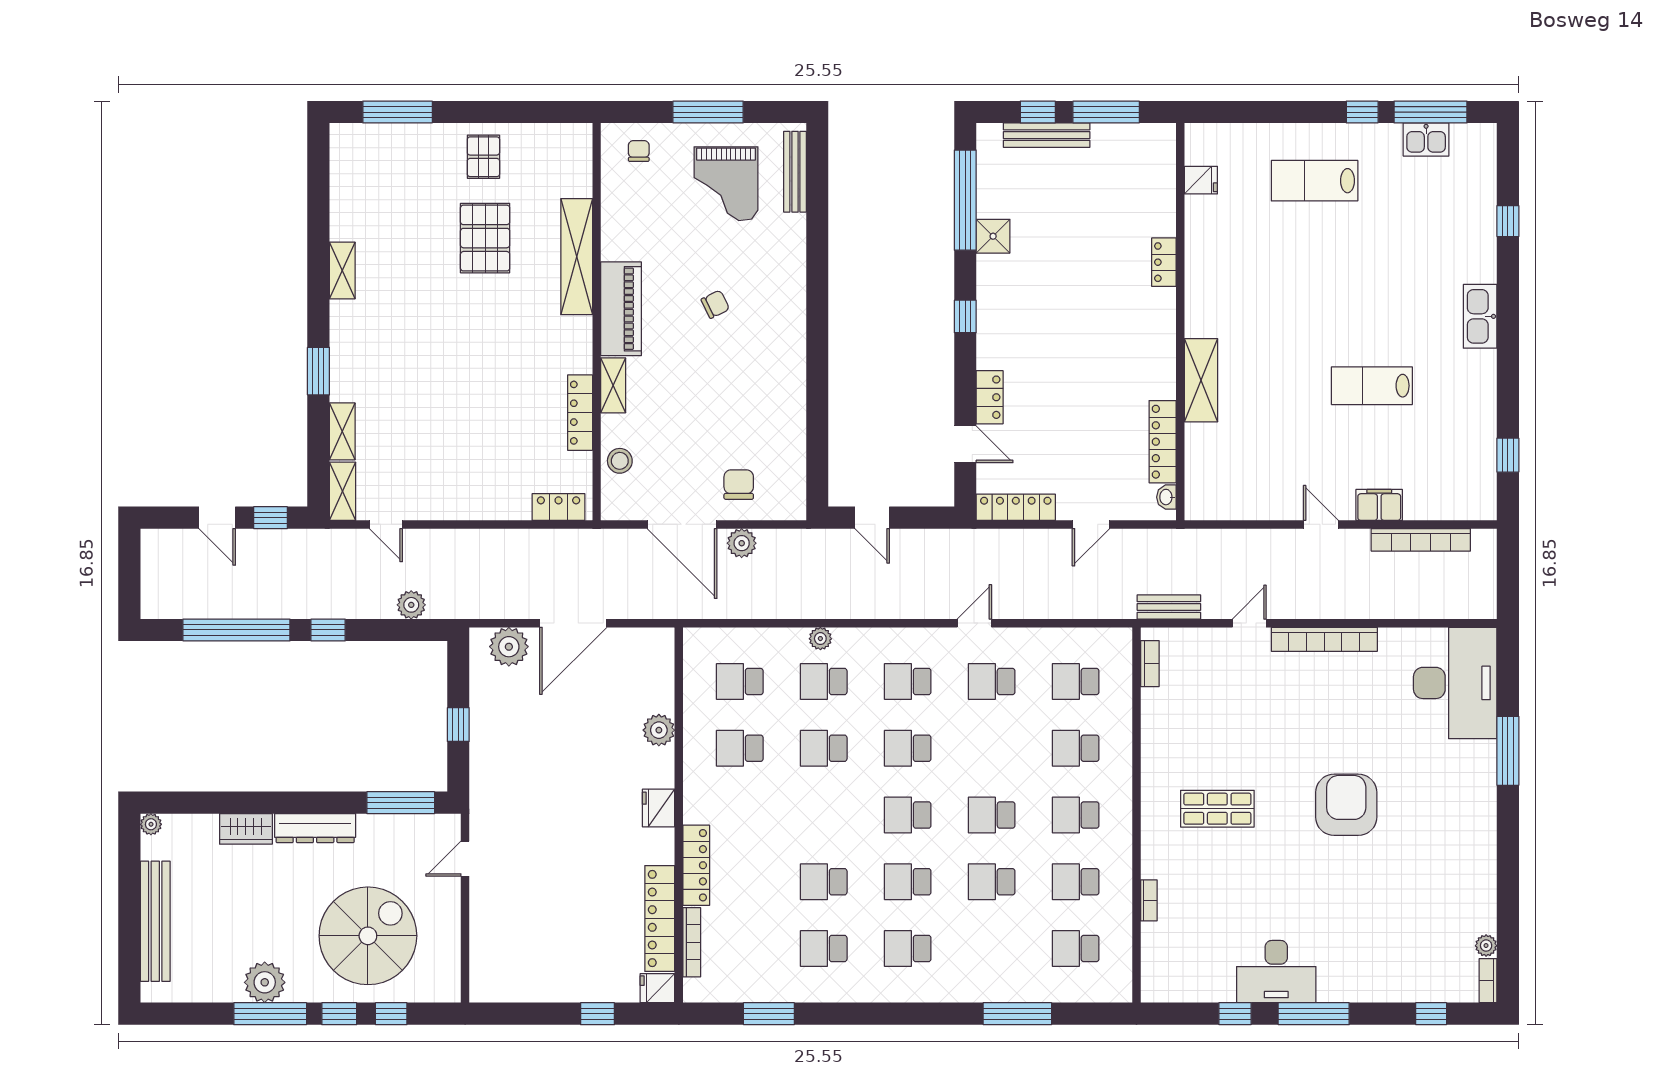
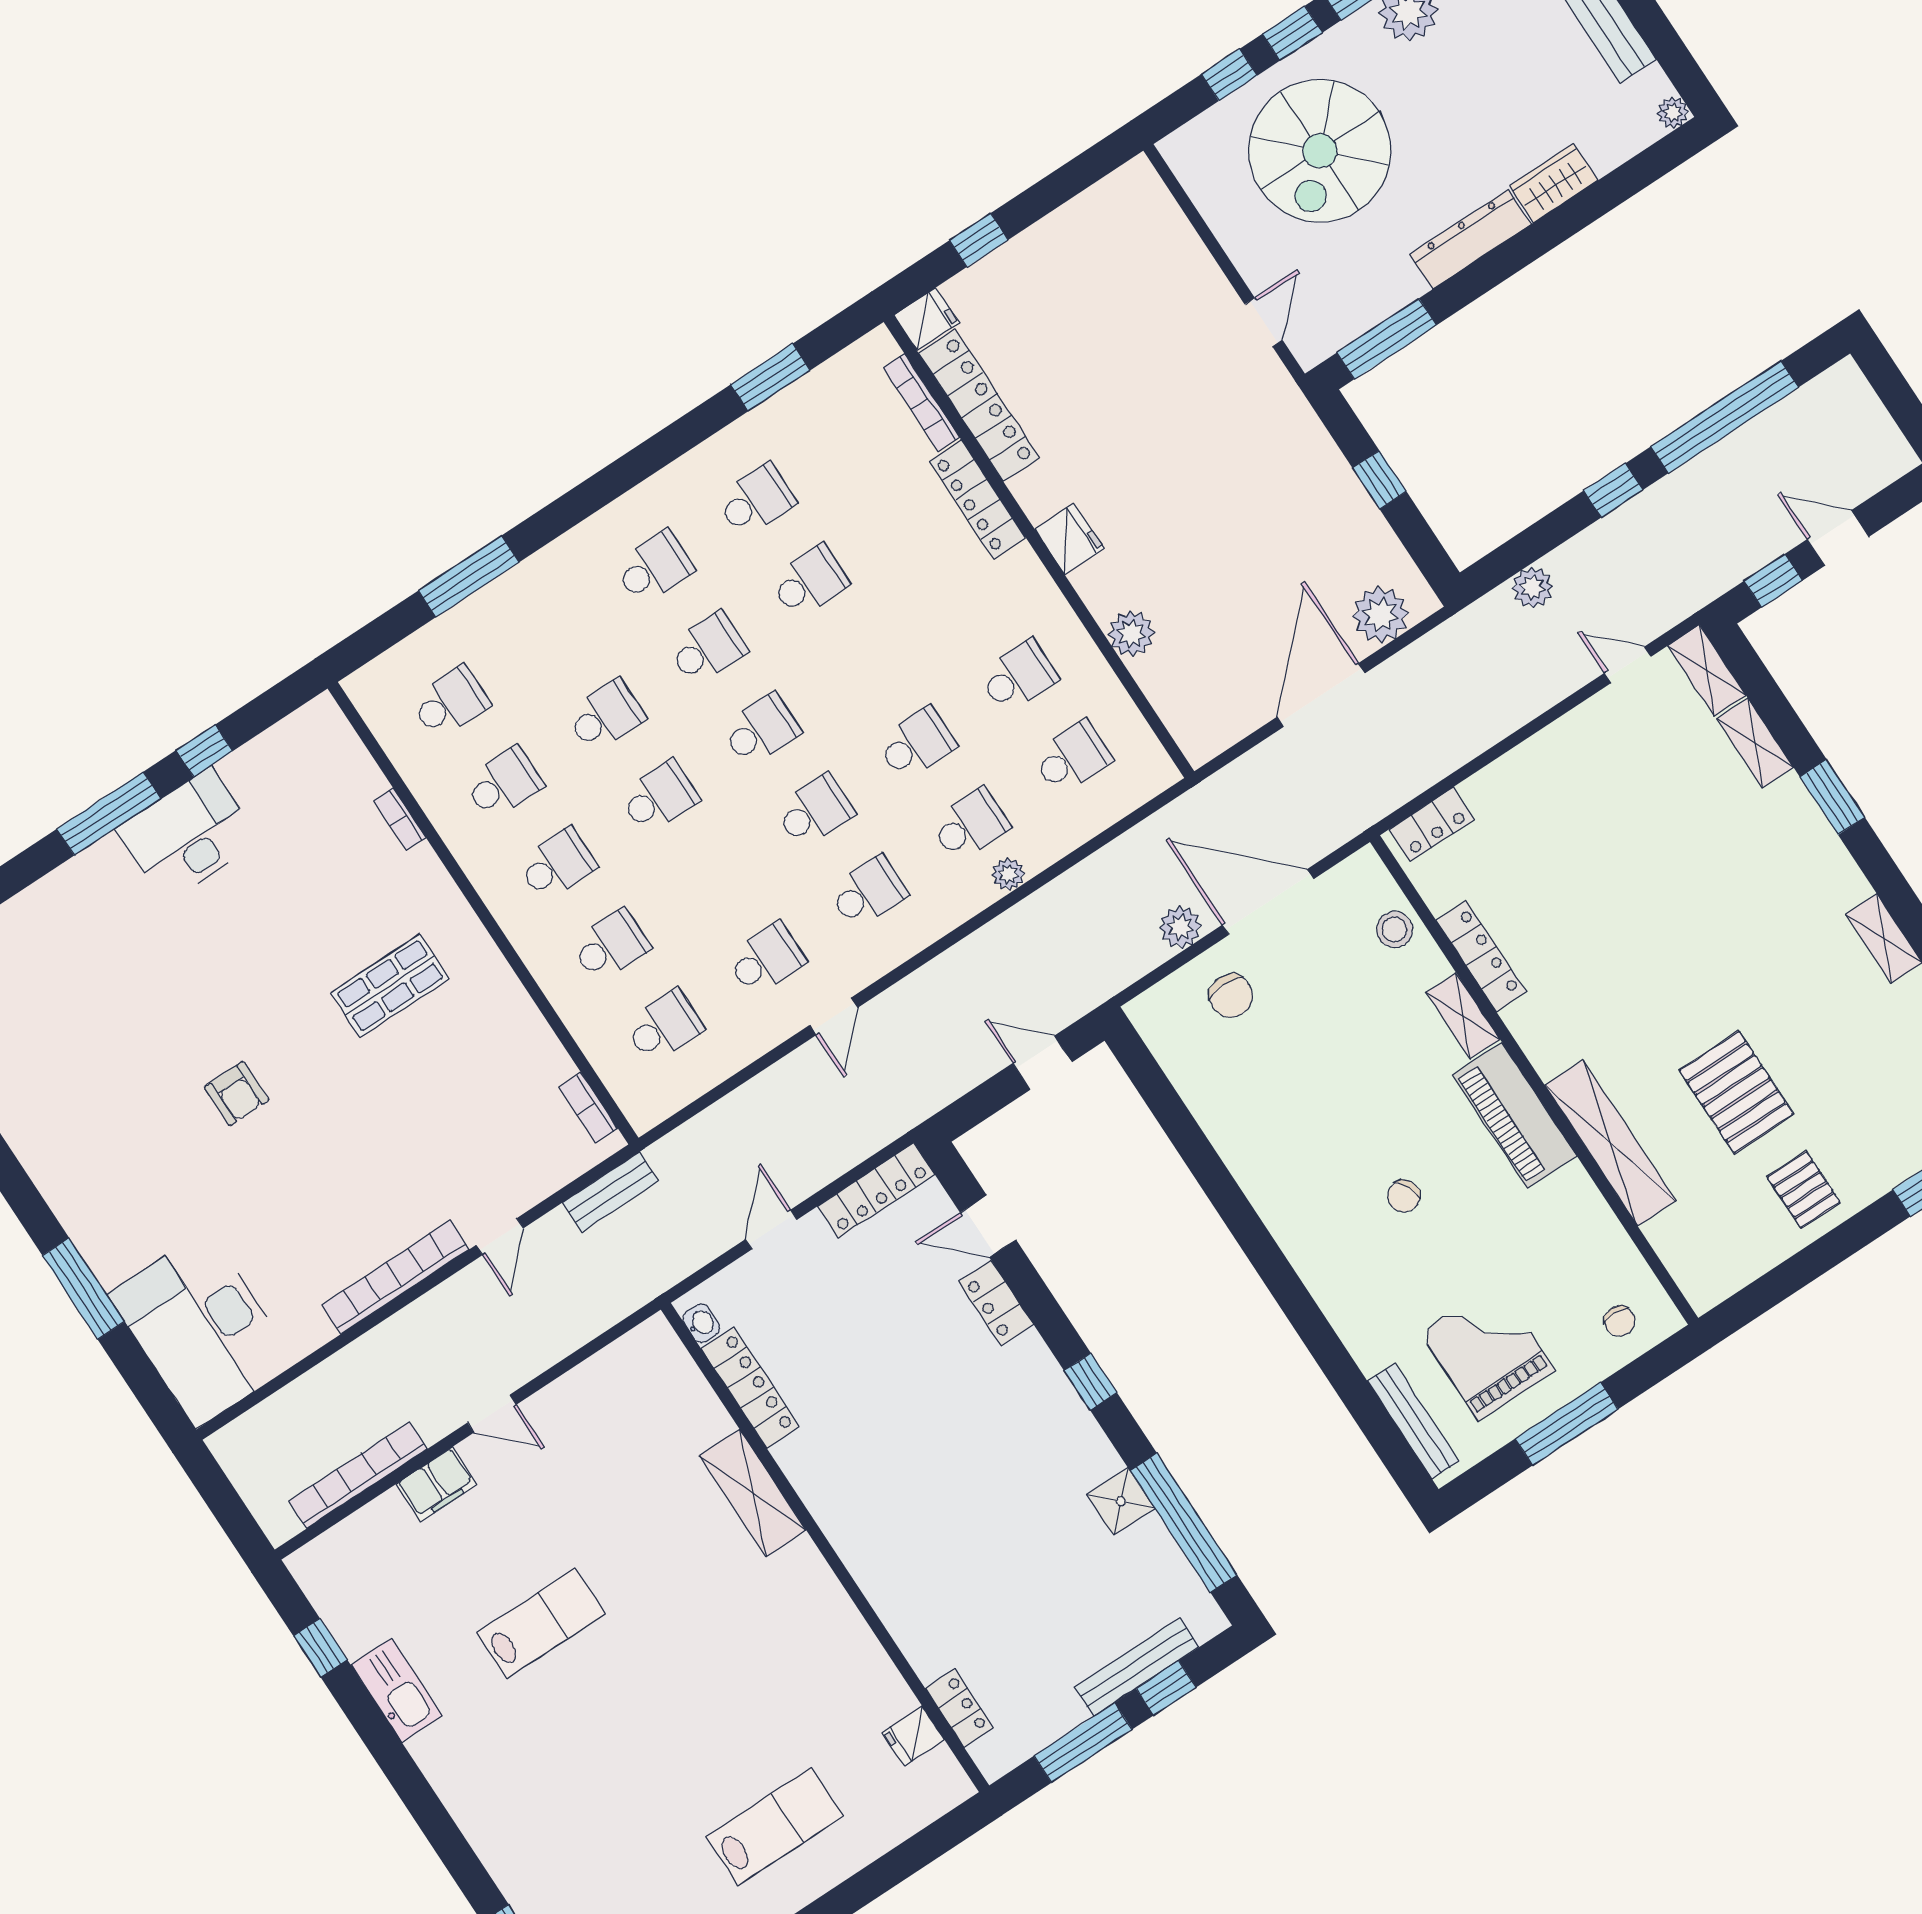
locker: (1164, 262) -> (959, 1708), moved
kitchen sink: (1480, 316) -> (397, 1690), moved
armchair: (1346, 805) -> (237, 1094), width x0.53, depth x0.53

